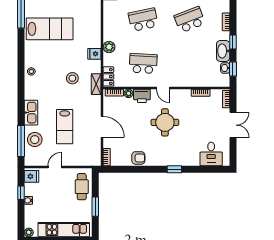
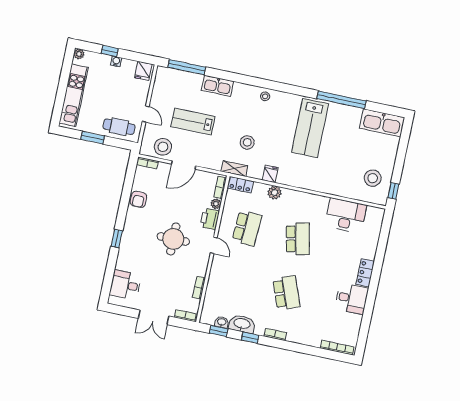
door: (163, 88) -> (214, 245), swing flipped
stool: (35, 140) -> (163, 147), moved
door: (55, 167) -> (146, 114), moved
window: (21, 193) -> (110, 51), moved

